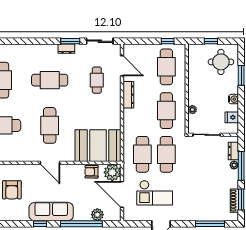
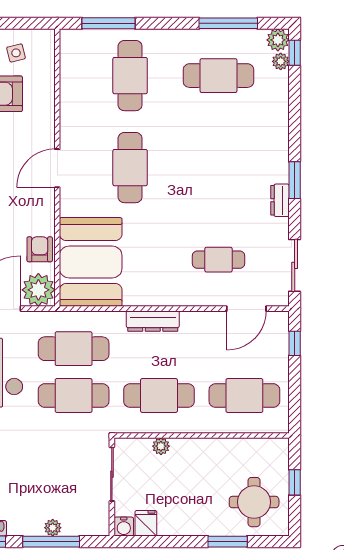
window: (70, 41) -> (295, 180), moved
window: (168, 41) -> (295, 343), moved
cafe table: (50, 80) -> (218, 168), removed
dresser: (128, 95) -> (153, 321), moved
water cooler: (233, 99) -> (124, 527), moved
cafe table: (50, 125) -> (130, 168), turned 90
dresser: (233, 151) -> (80, 526), removed

